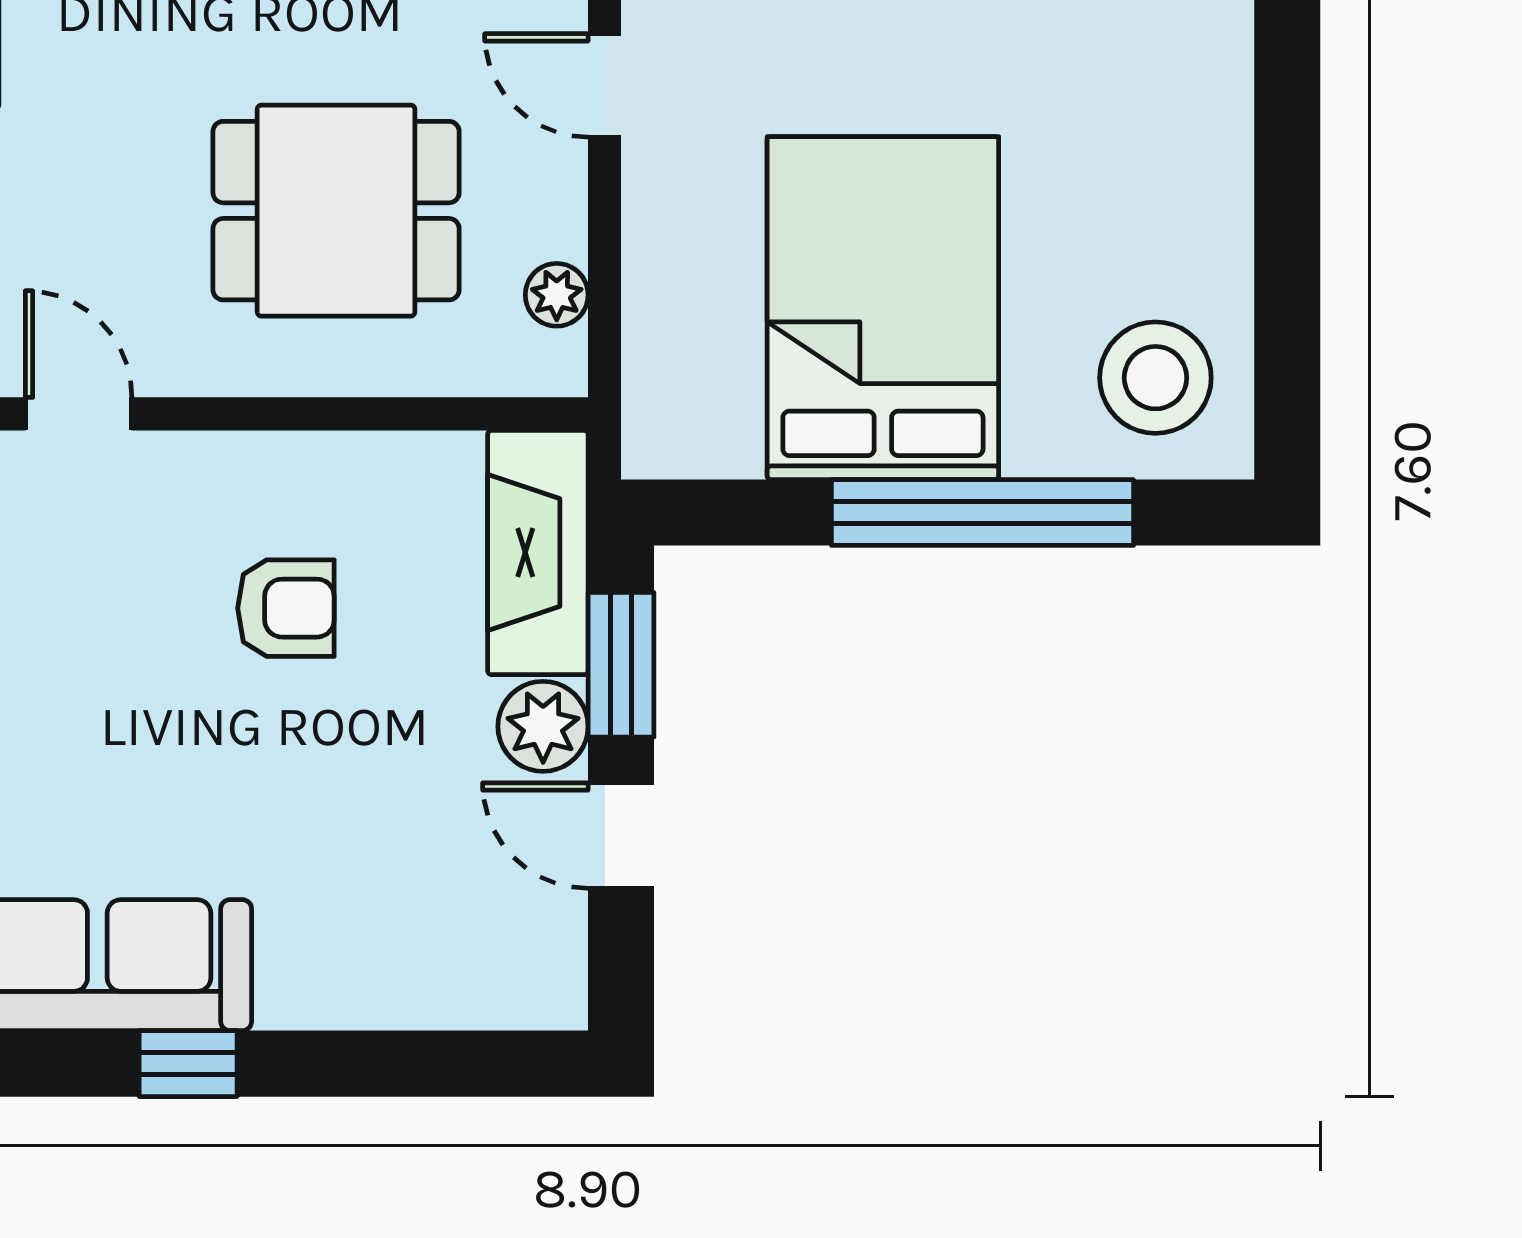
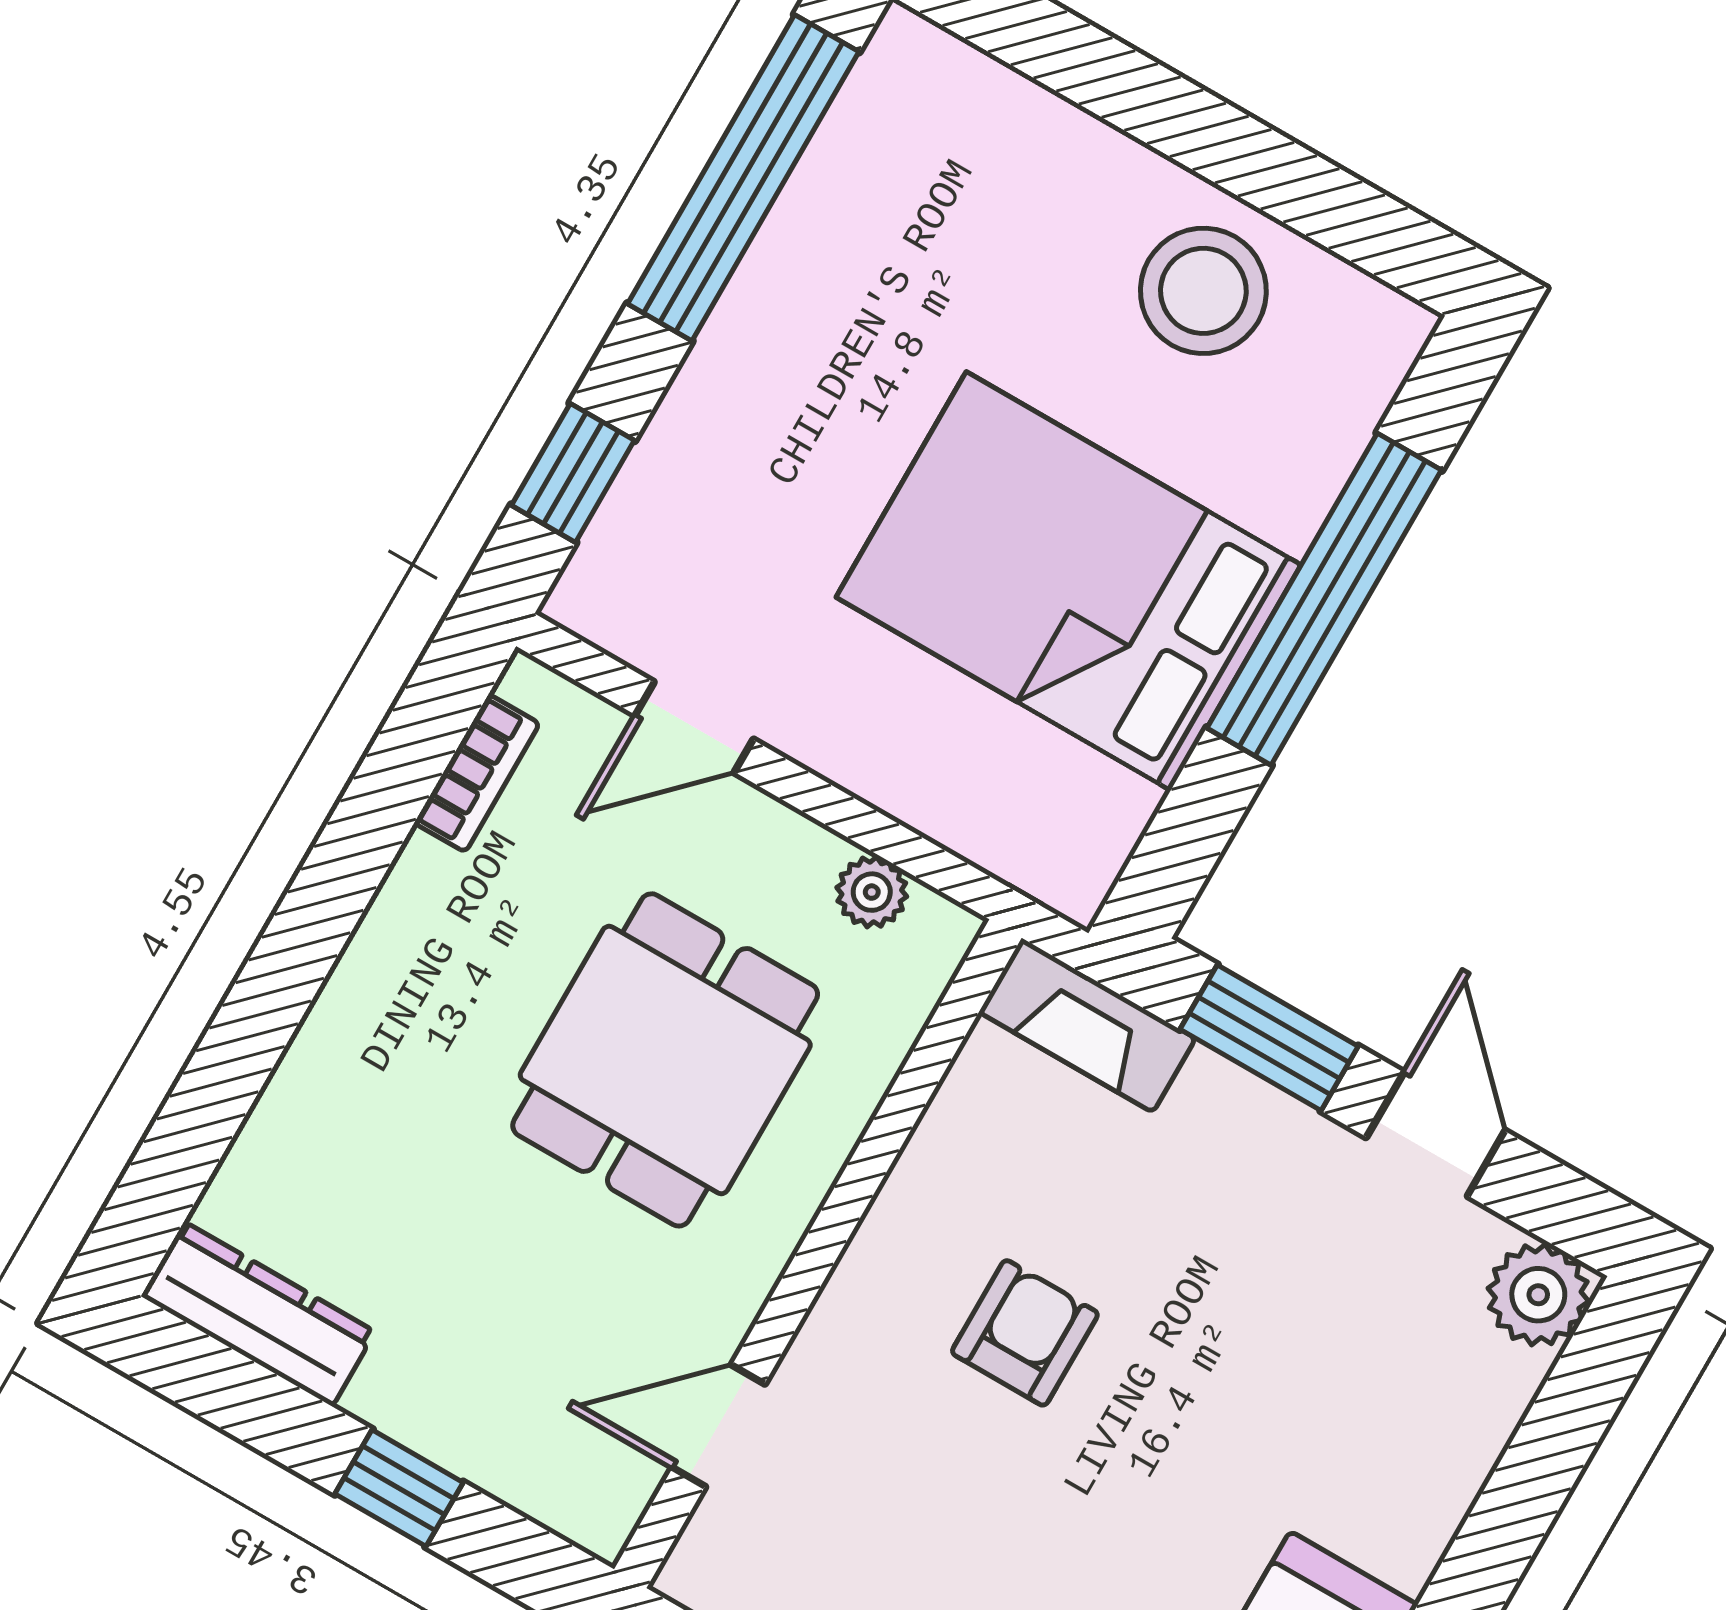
stool: (1155, 378) -> (1203, 291), moved
fireplace: (538, 553) -> (1087, 1025), width x0.73, depth x0.76
plant: (543, 726) -> (1538, 1295), moved
door: (621, 836) -> (1436, 1134), swing flipped

